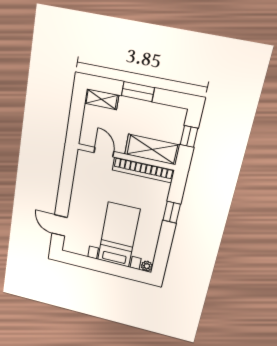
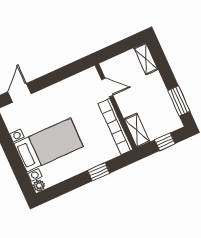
window: (138, 92) -> (179, 101), moved
shelving: (152, 150) -> (137, 130), width x0.67, depth x0.75
door: (104, 152) -> (107, 87), hinge flipped

